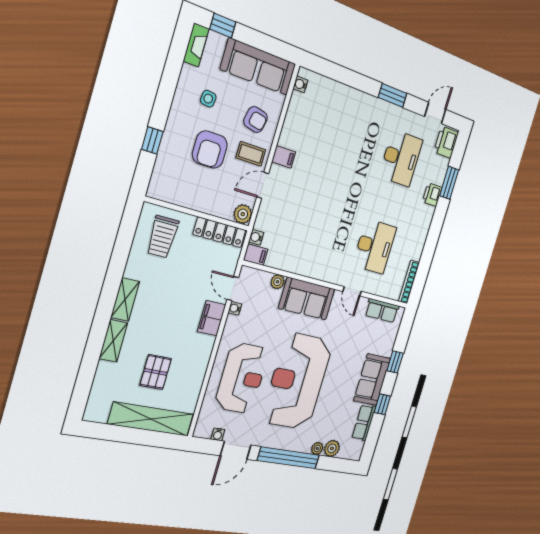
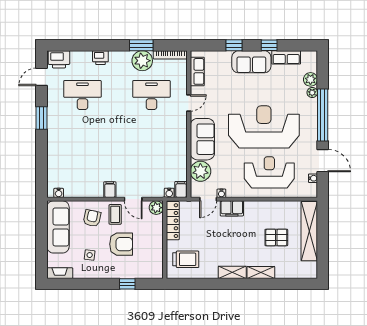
window: (223, 25) -> (41, 259), removed
door: (435, 113) -> (41, 77), hinge flipped
window: (449, 183) -> (141, 45), moved
plant: (413, 246) -> (142, 61), added
plant: (277, 282) -> (200, 171), width x1.88, depth x1.88
reception desk: (297, 381) -> (264, 127), turned 180

